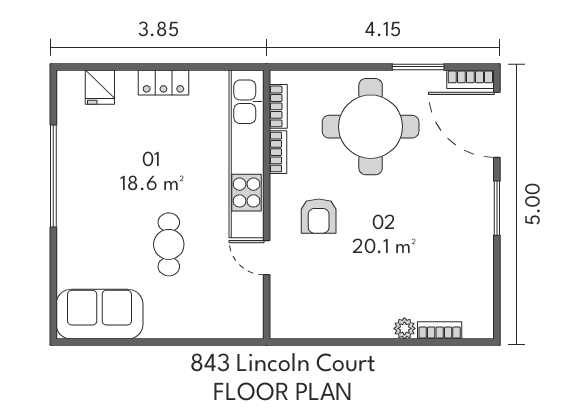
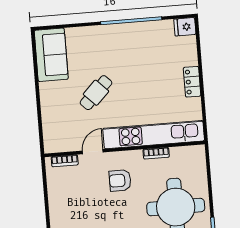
fridge: (100, 87) -> (185, 27), moved
bookcase: (278, 106) -> (65, 161), moved
cafe table: (169, 244) -> (96, 93), turned -45

